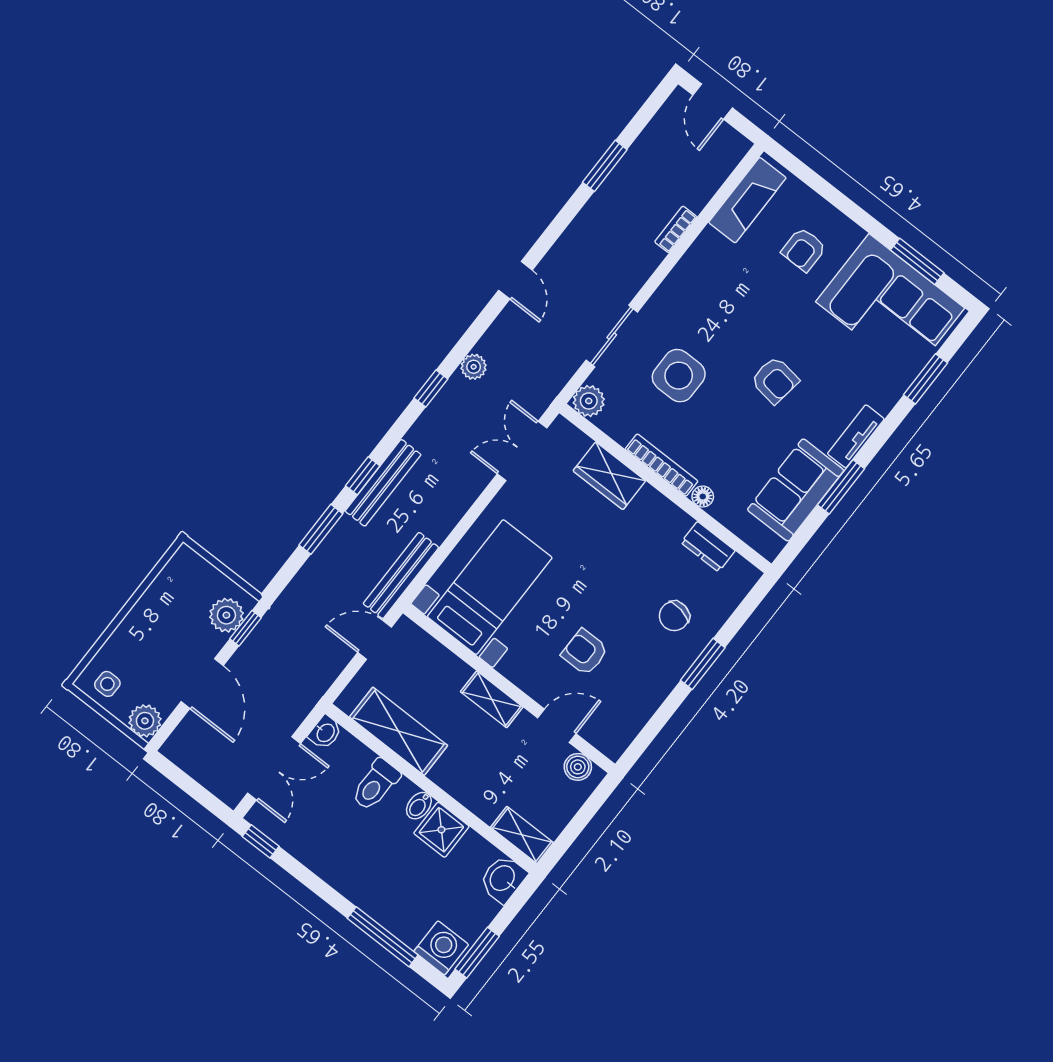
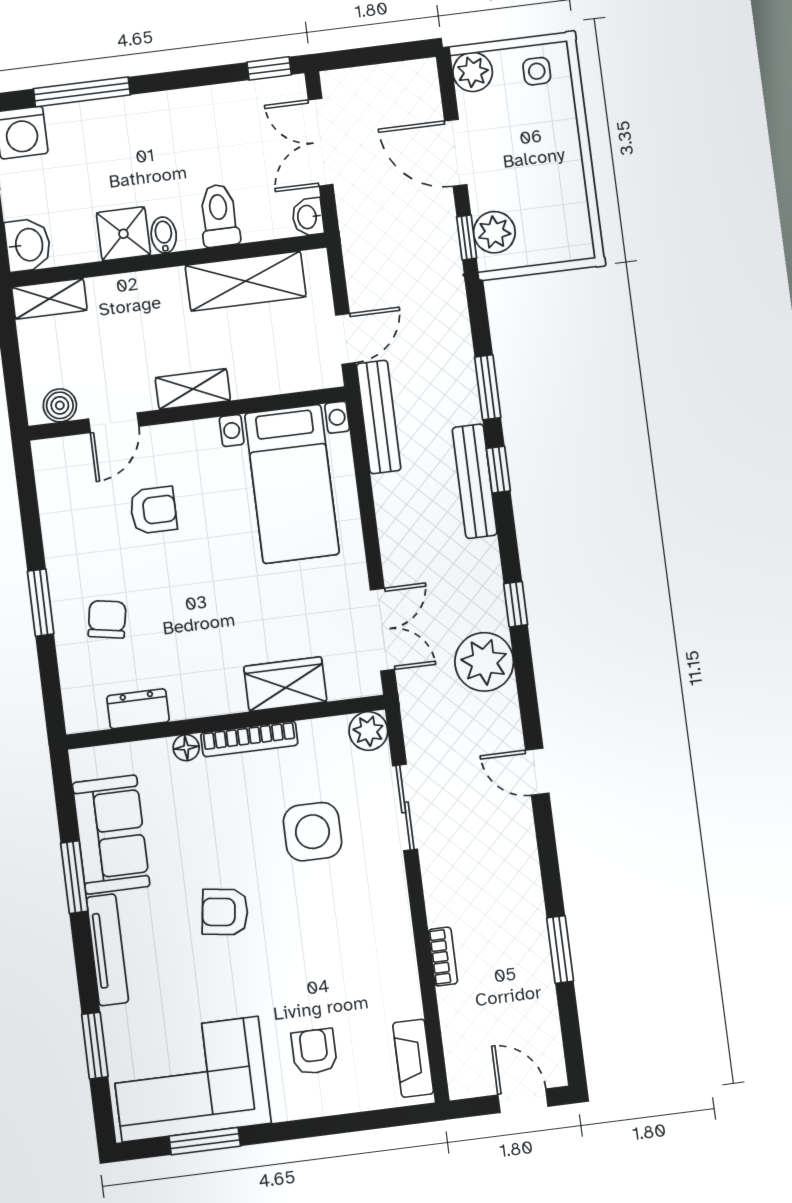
fireplace: (747, 200) -> (413, 1058), width x0.73, depth x0.76
plant: (474, 367) -> (484, 662), width x1.88, depth x1.88
tv unit: (856, 436) -> (107, 950), width x1.41

